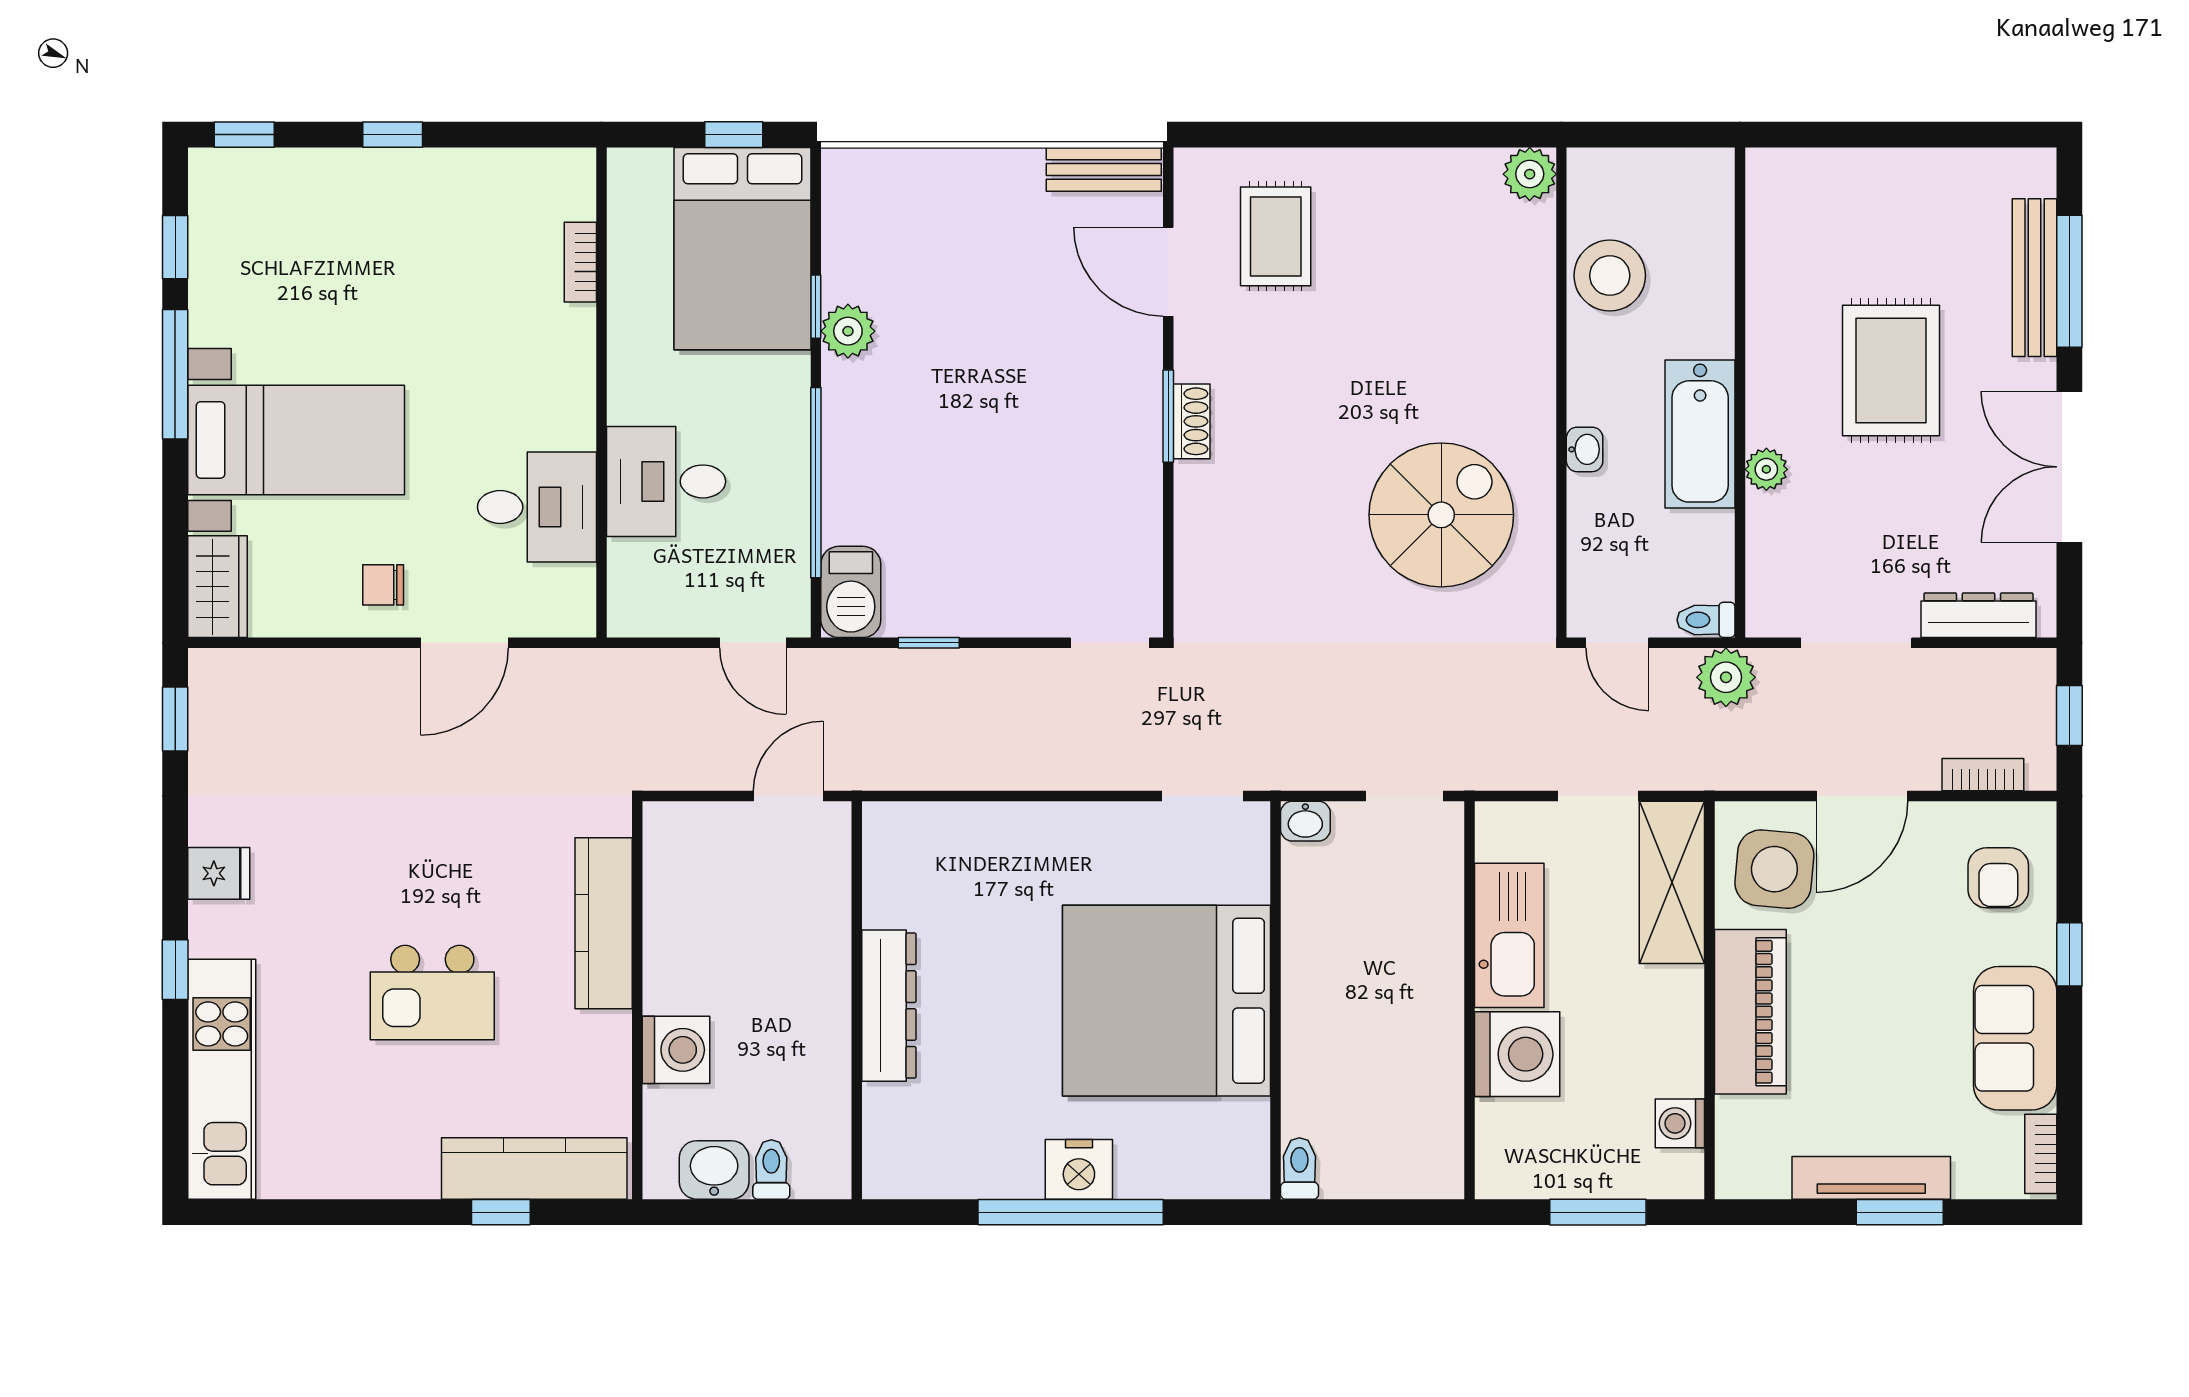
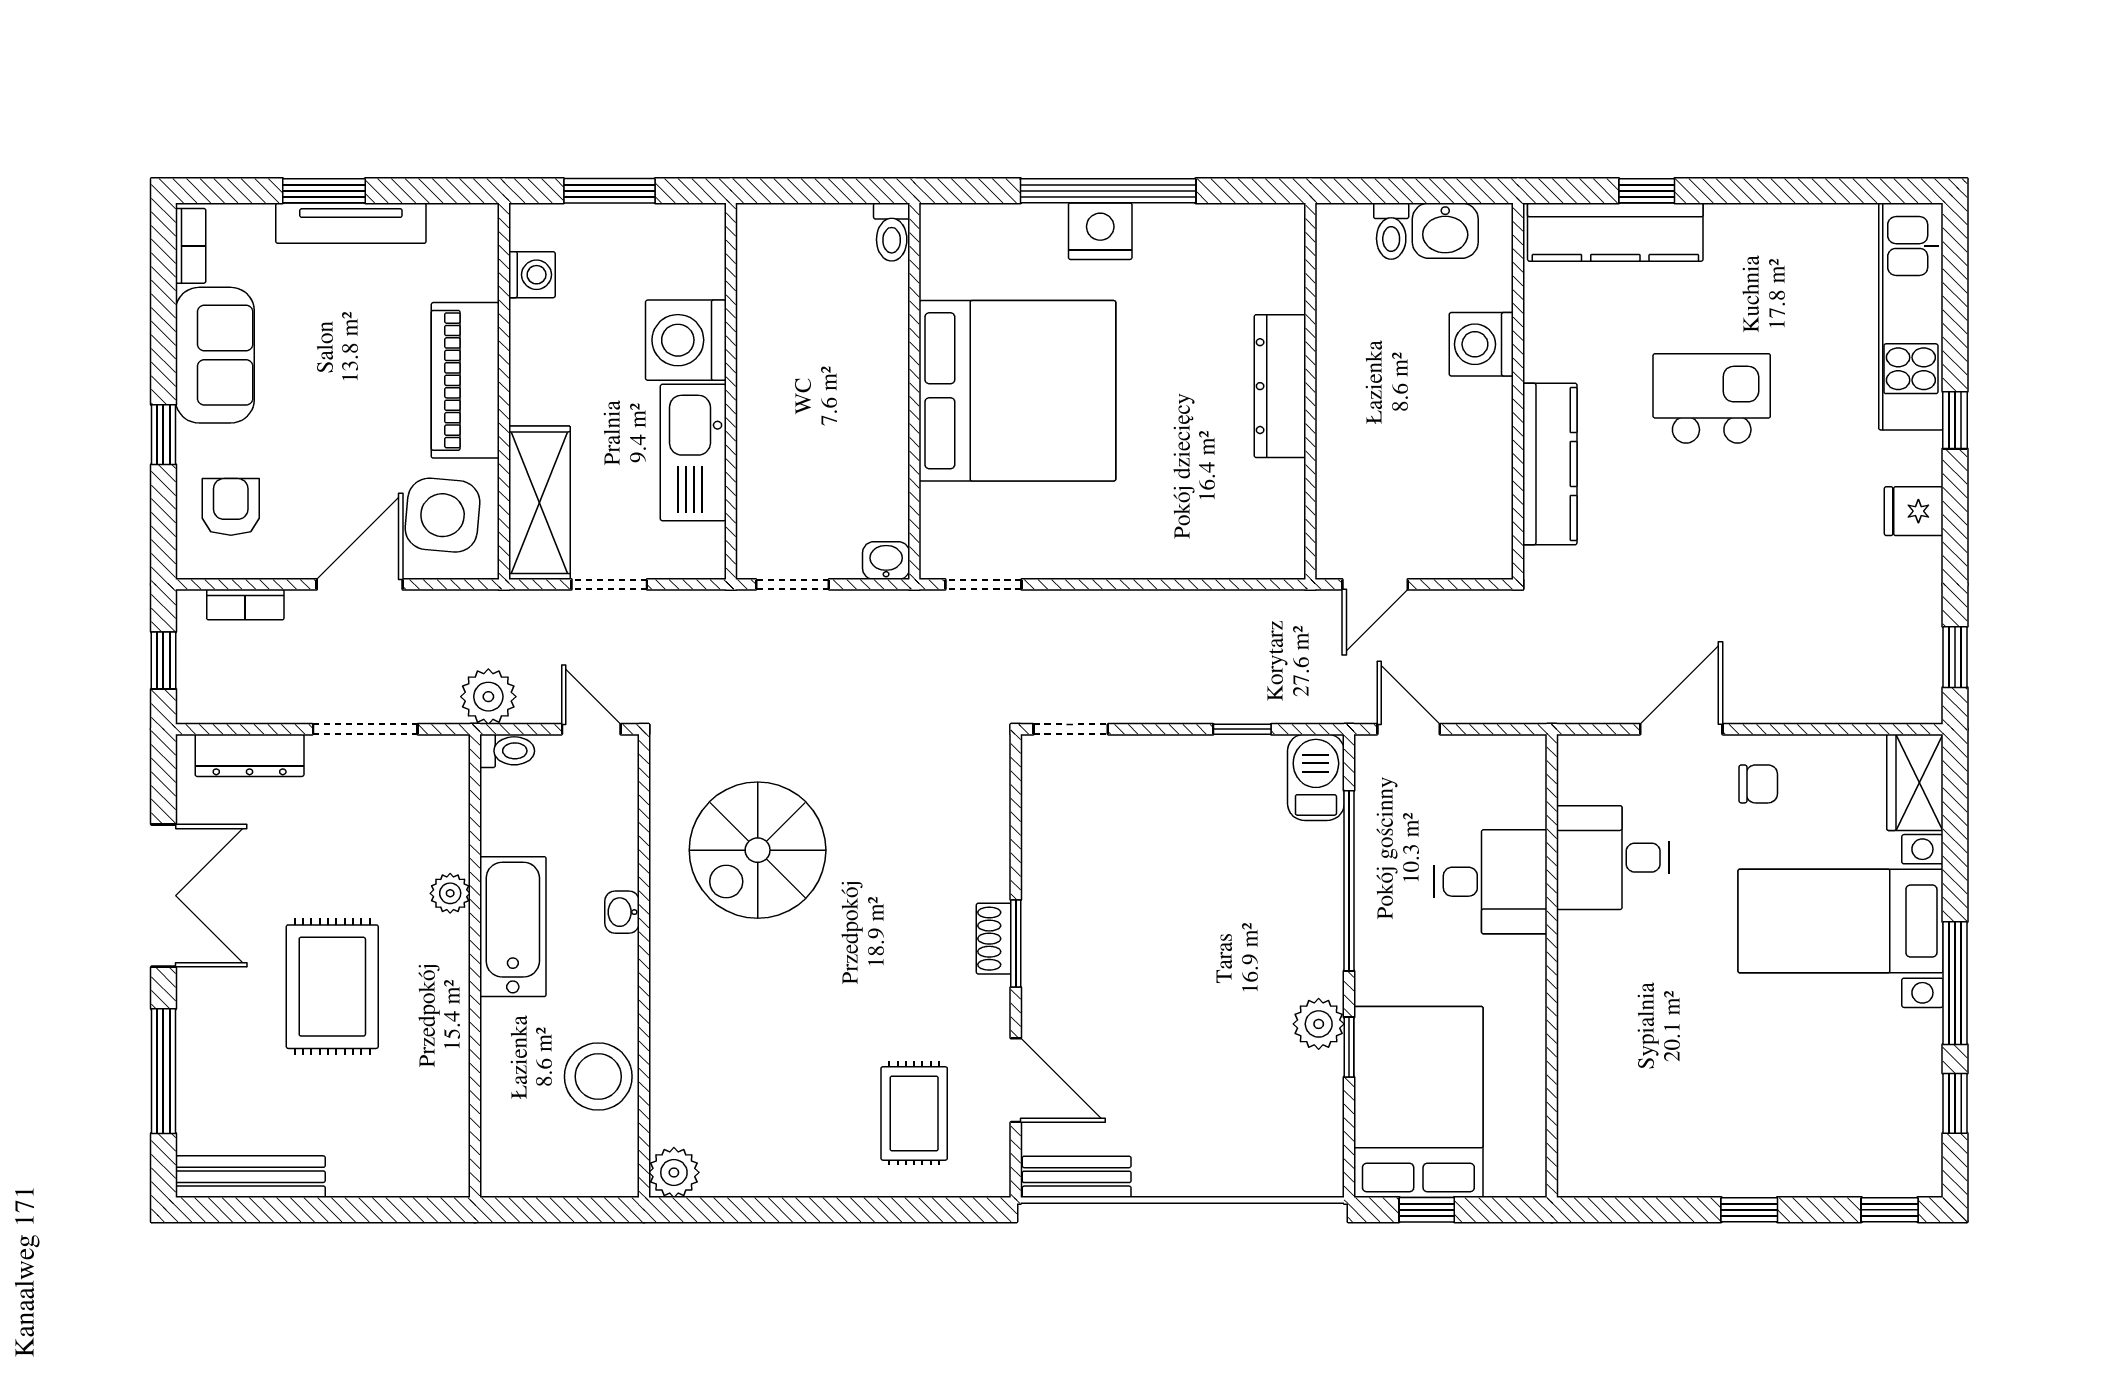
bookcase: (580, 262) -> (1572, 1089), removed
bench: (2035, 278) -> (250, 1177), moved, turned 90

